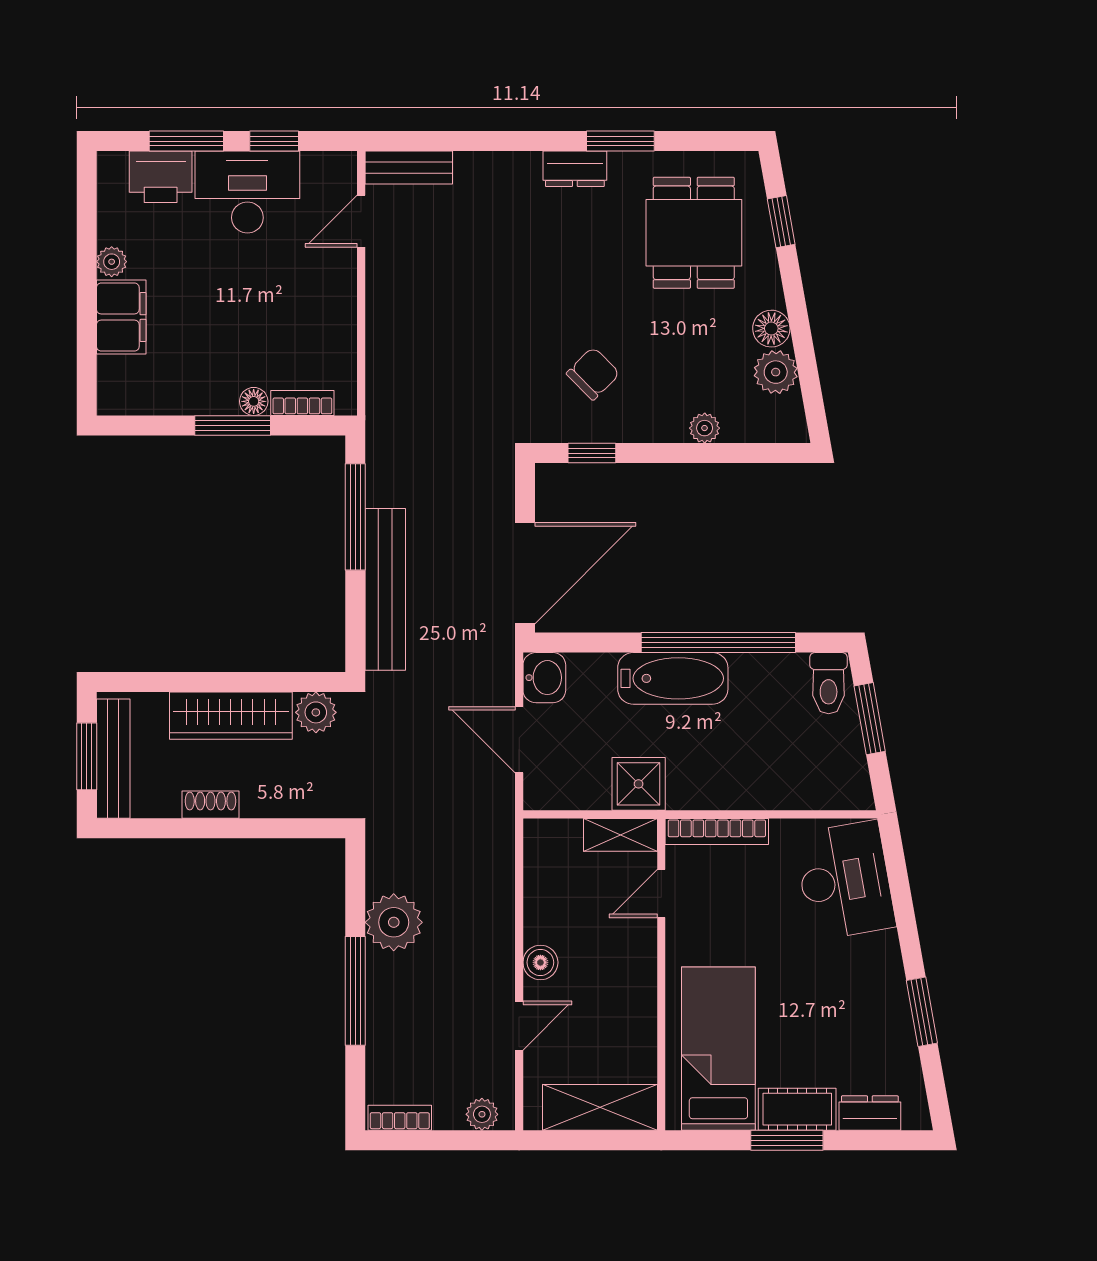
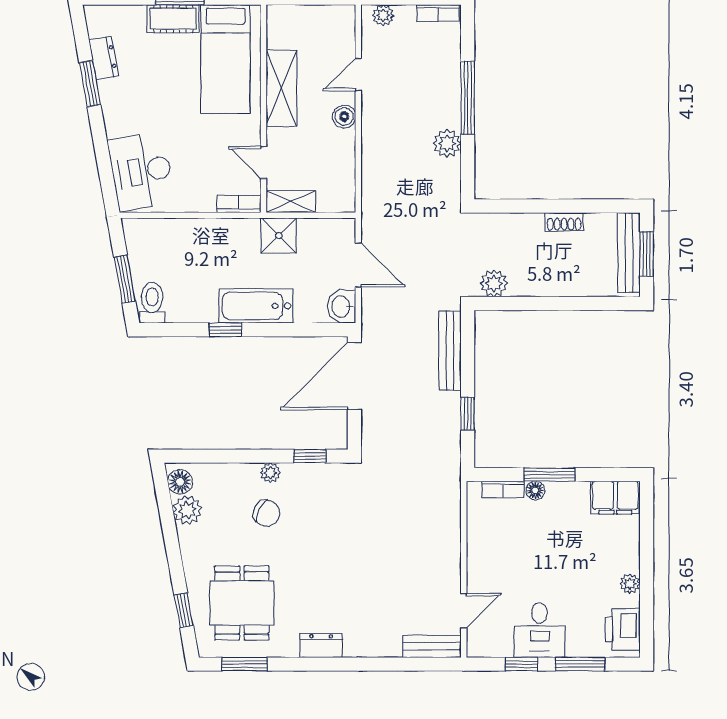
window: (620, 141) -> (245, 664), moved
printer: (161, 177) -> (623, 629), moved, turned -90
desk: (247, 192) -> (539, 630), width x0.73
filing cabinet: (121, 317) -> (615, 498), moved, turned -90
floor lamp: (771, 329) -> (180, 482), moved
chair: (593, 374) -> (267, 513), moved, turned -108
plant: (705, 428) -> (270, 473), moved
window: (355, 517) -> (468, 414), width x0.46
bench: (385, 589) -> (450, 351), width x0.73, depth x0.82
window: (718, 643) -> (226, 330), width x0.32
wardrobe: (231, 716) -> (550, 281), removed
bookcase: (717, 832) -> (239, 204), width x0.64
door: (661, 894) -> (264, 163), swing flipped
plant: (394, 922) -> (447, 143), width x0.73, depth x0.73
shelving: (600, 1107) -> (282, 88), moved, turned 90
dresser: (870, 1113) -> (104, 58), moved, turned -100

